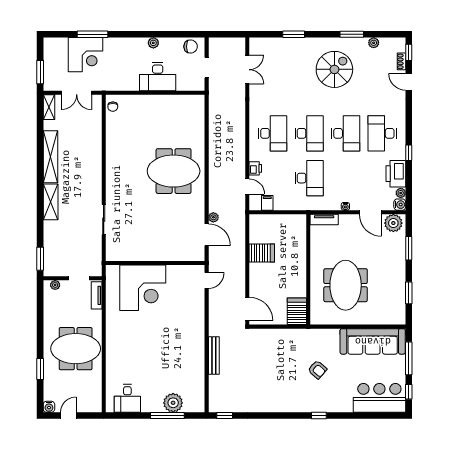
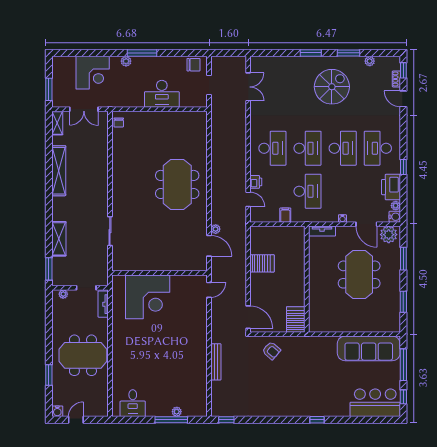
window: (93, 34) -> (142, 53), moved
window: (294, 34) -> (311, 53), moved
plant: (153, 43) -> (126, 61), moved
meeting table: (174, 171) -> (177, 184), turned 90
shelving: (51, 202) -> (59, 239), moved
filing cabinet: (267, 203) -> (285, 215), moved
meeting table: (346, 285) -> (359, 275), moved
armchair: (317, 370) -> (271, 351), moved
plant: (173, 403) -> (177, 412), width x0.53, depth x0.53

